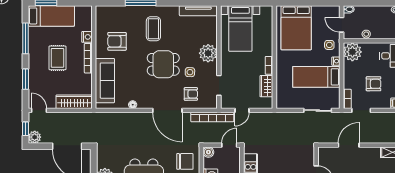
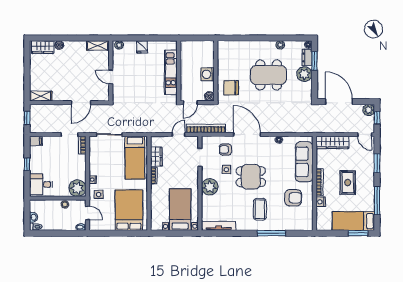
bed: (316, 77) -> (135, 158), moved, turned 90
armchair: (374, 84) -> (58, 159), removed

